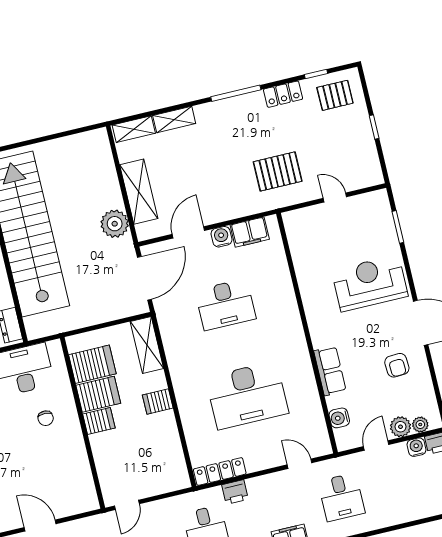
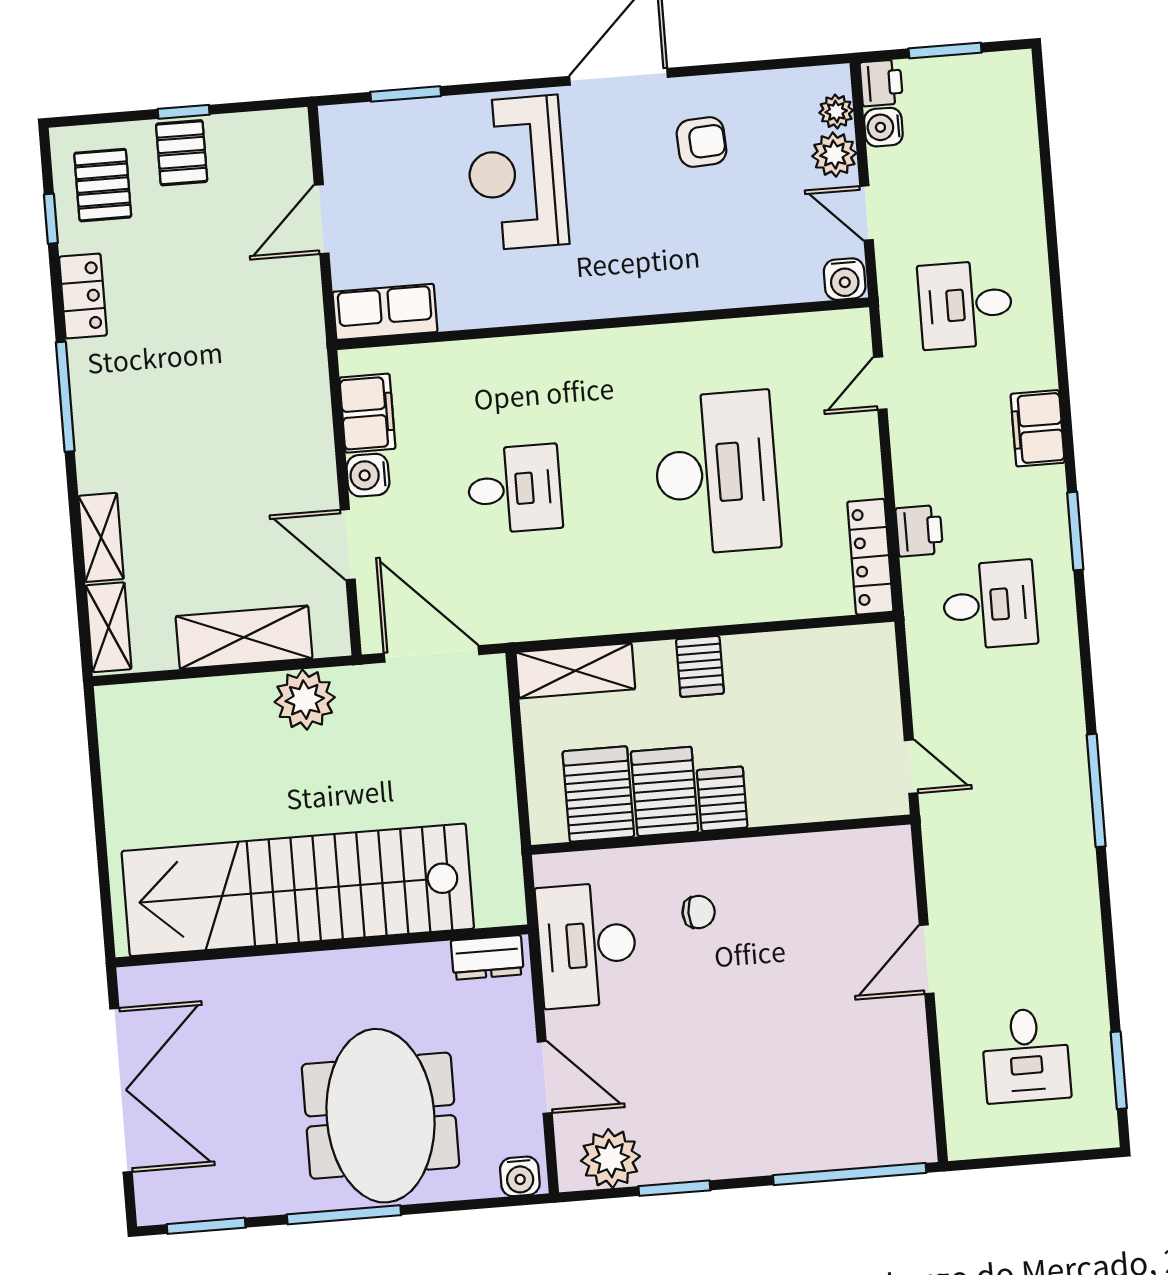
pallet: (278, 171) -> (182, 153), moved, width x0.67, depth x0.71
door: (335, 197) -> (322, 219), width x1.38
desk: (225, 304) -> (515, 489), width x0.73
row of seats: (330, 371) -> (385, 312), moved
water cooler: (339, 418) -> (845, 279), moved
desk: (341, 497) -> (965, 305), turned 180

